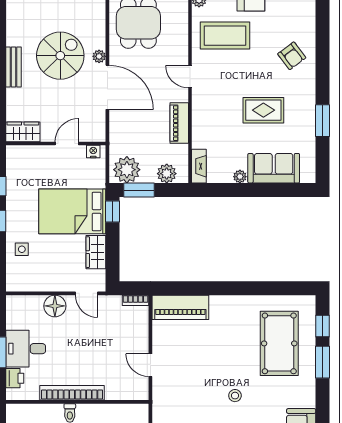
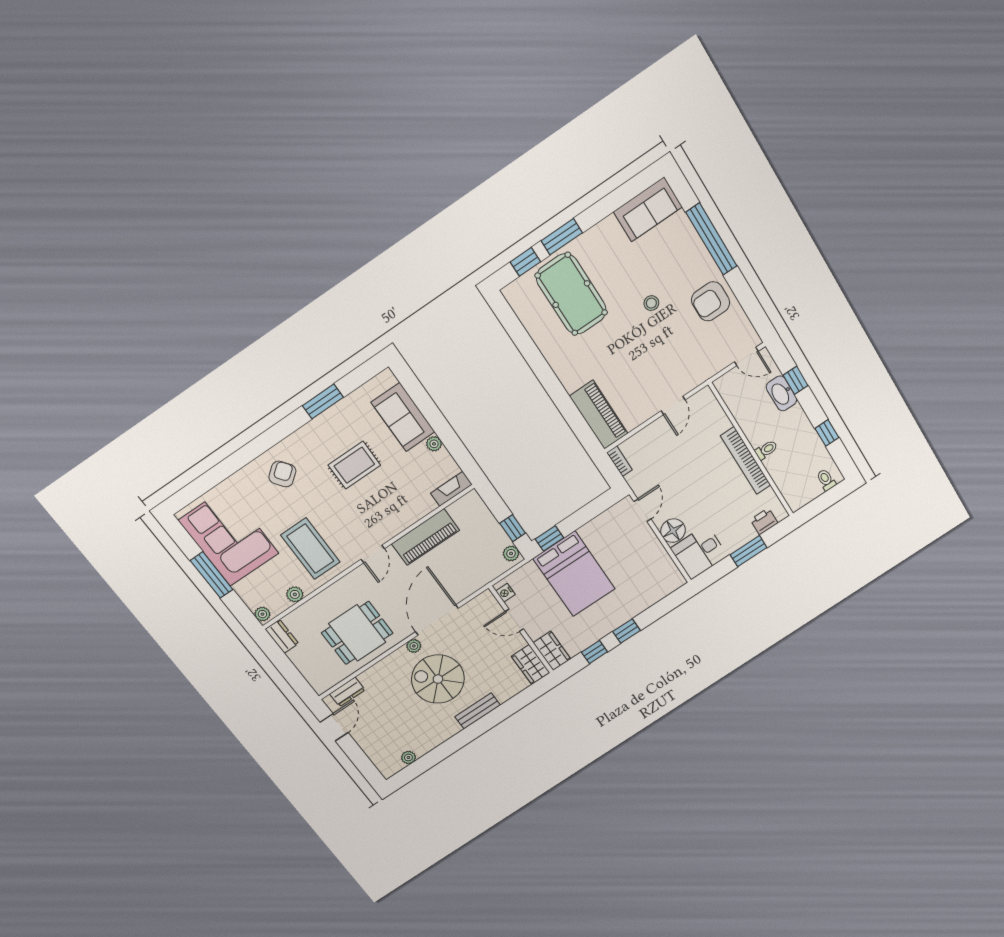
rug: (263, 110) -> (354, 465), turned 90
piano: (179, 123) -> (425, 537), width x1.37, depth x1.33
plant: (127, 170) -> (511, 553), width x0.53, depth x0.53
plant: (167, 174) -> (479, 514), removed
window: (139, 190) -> (513, 528), width x0.67
side table: (22, 249) -> (639, 594), removed
wardrobe: (96, 252) -> (552, 651), moved, turned -90
pool table: (279, 343) -> (571, 294), turned 90
desk: (26, 349) -> (699, 552), moved, turned 90

